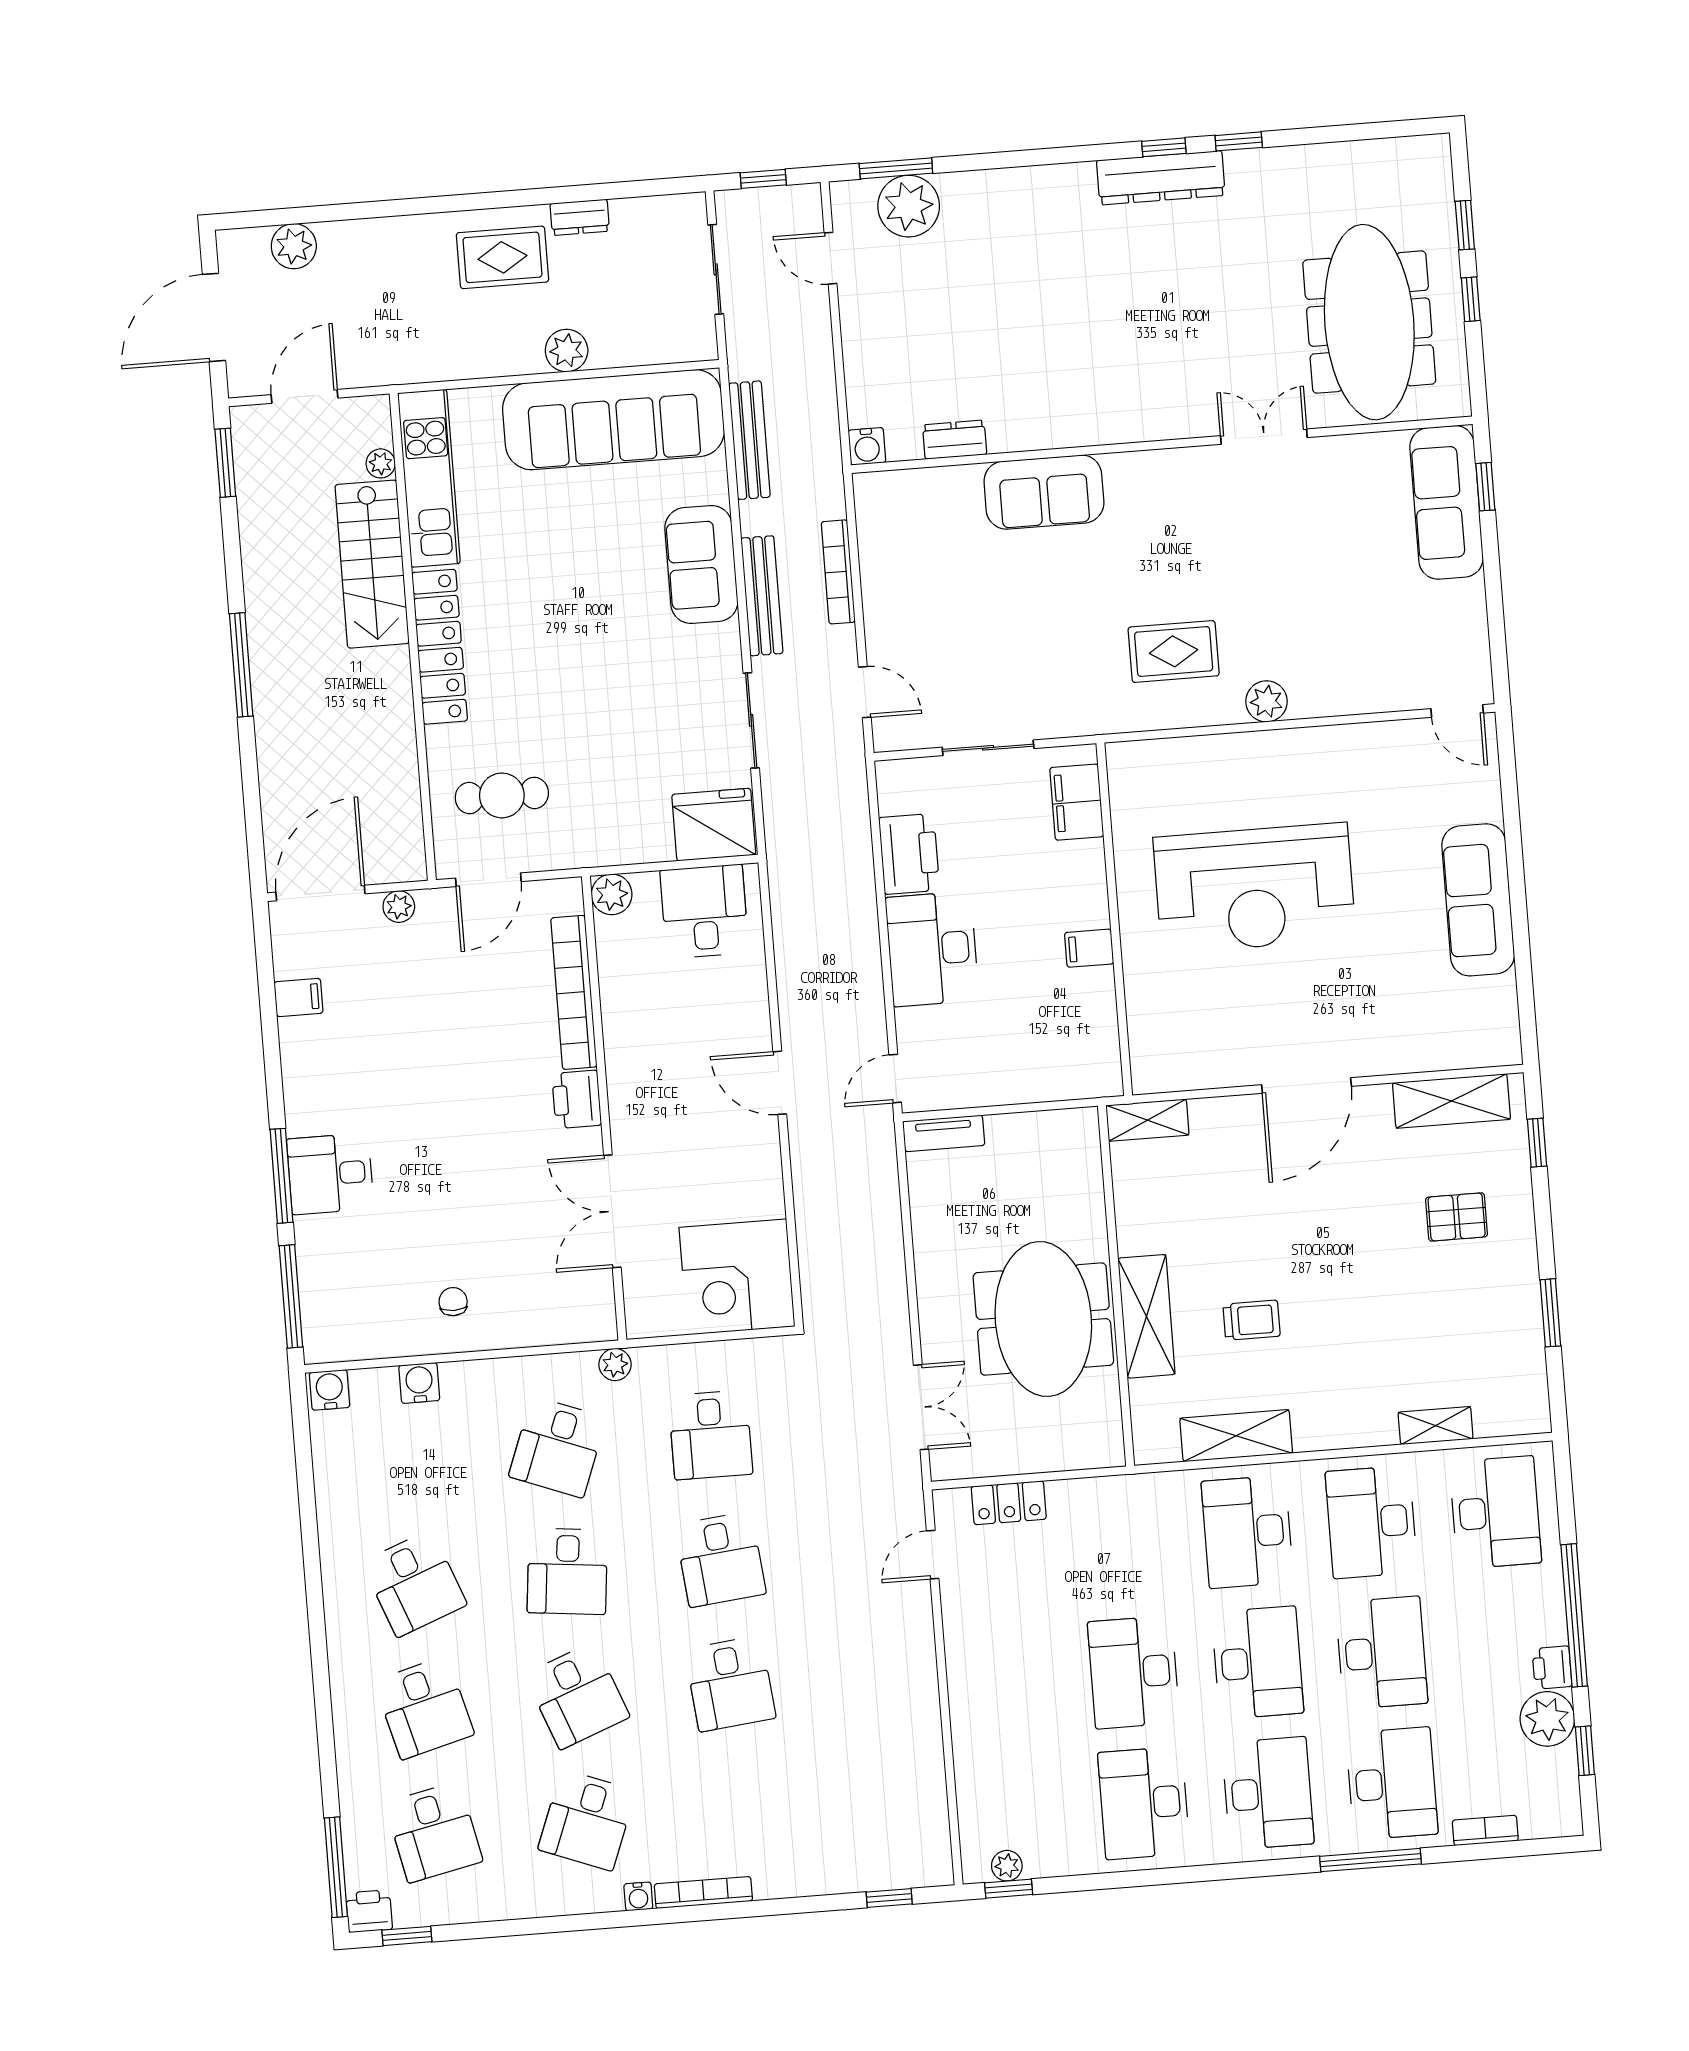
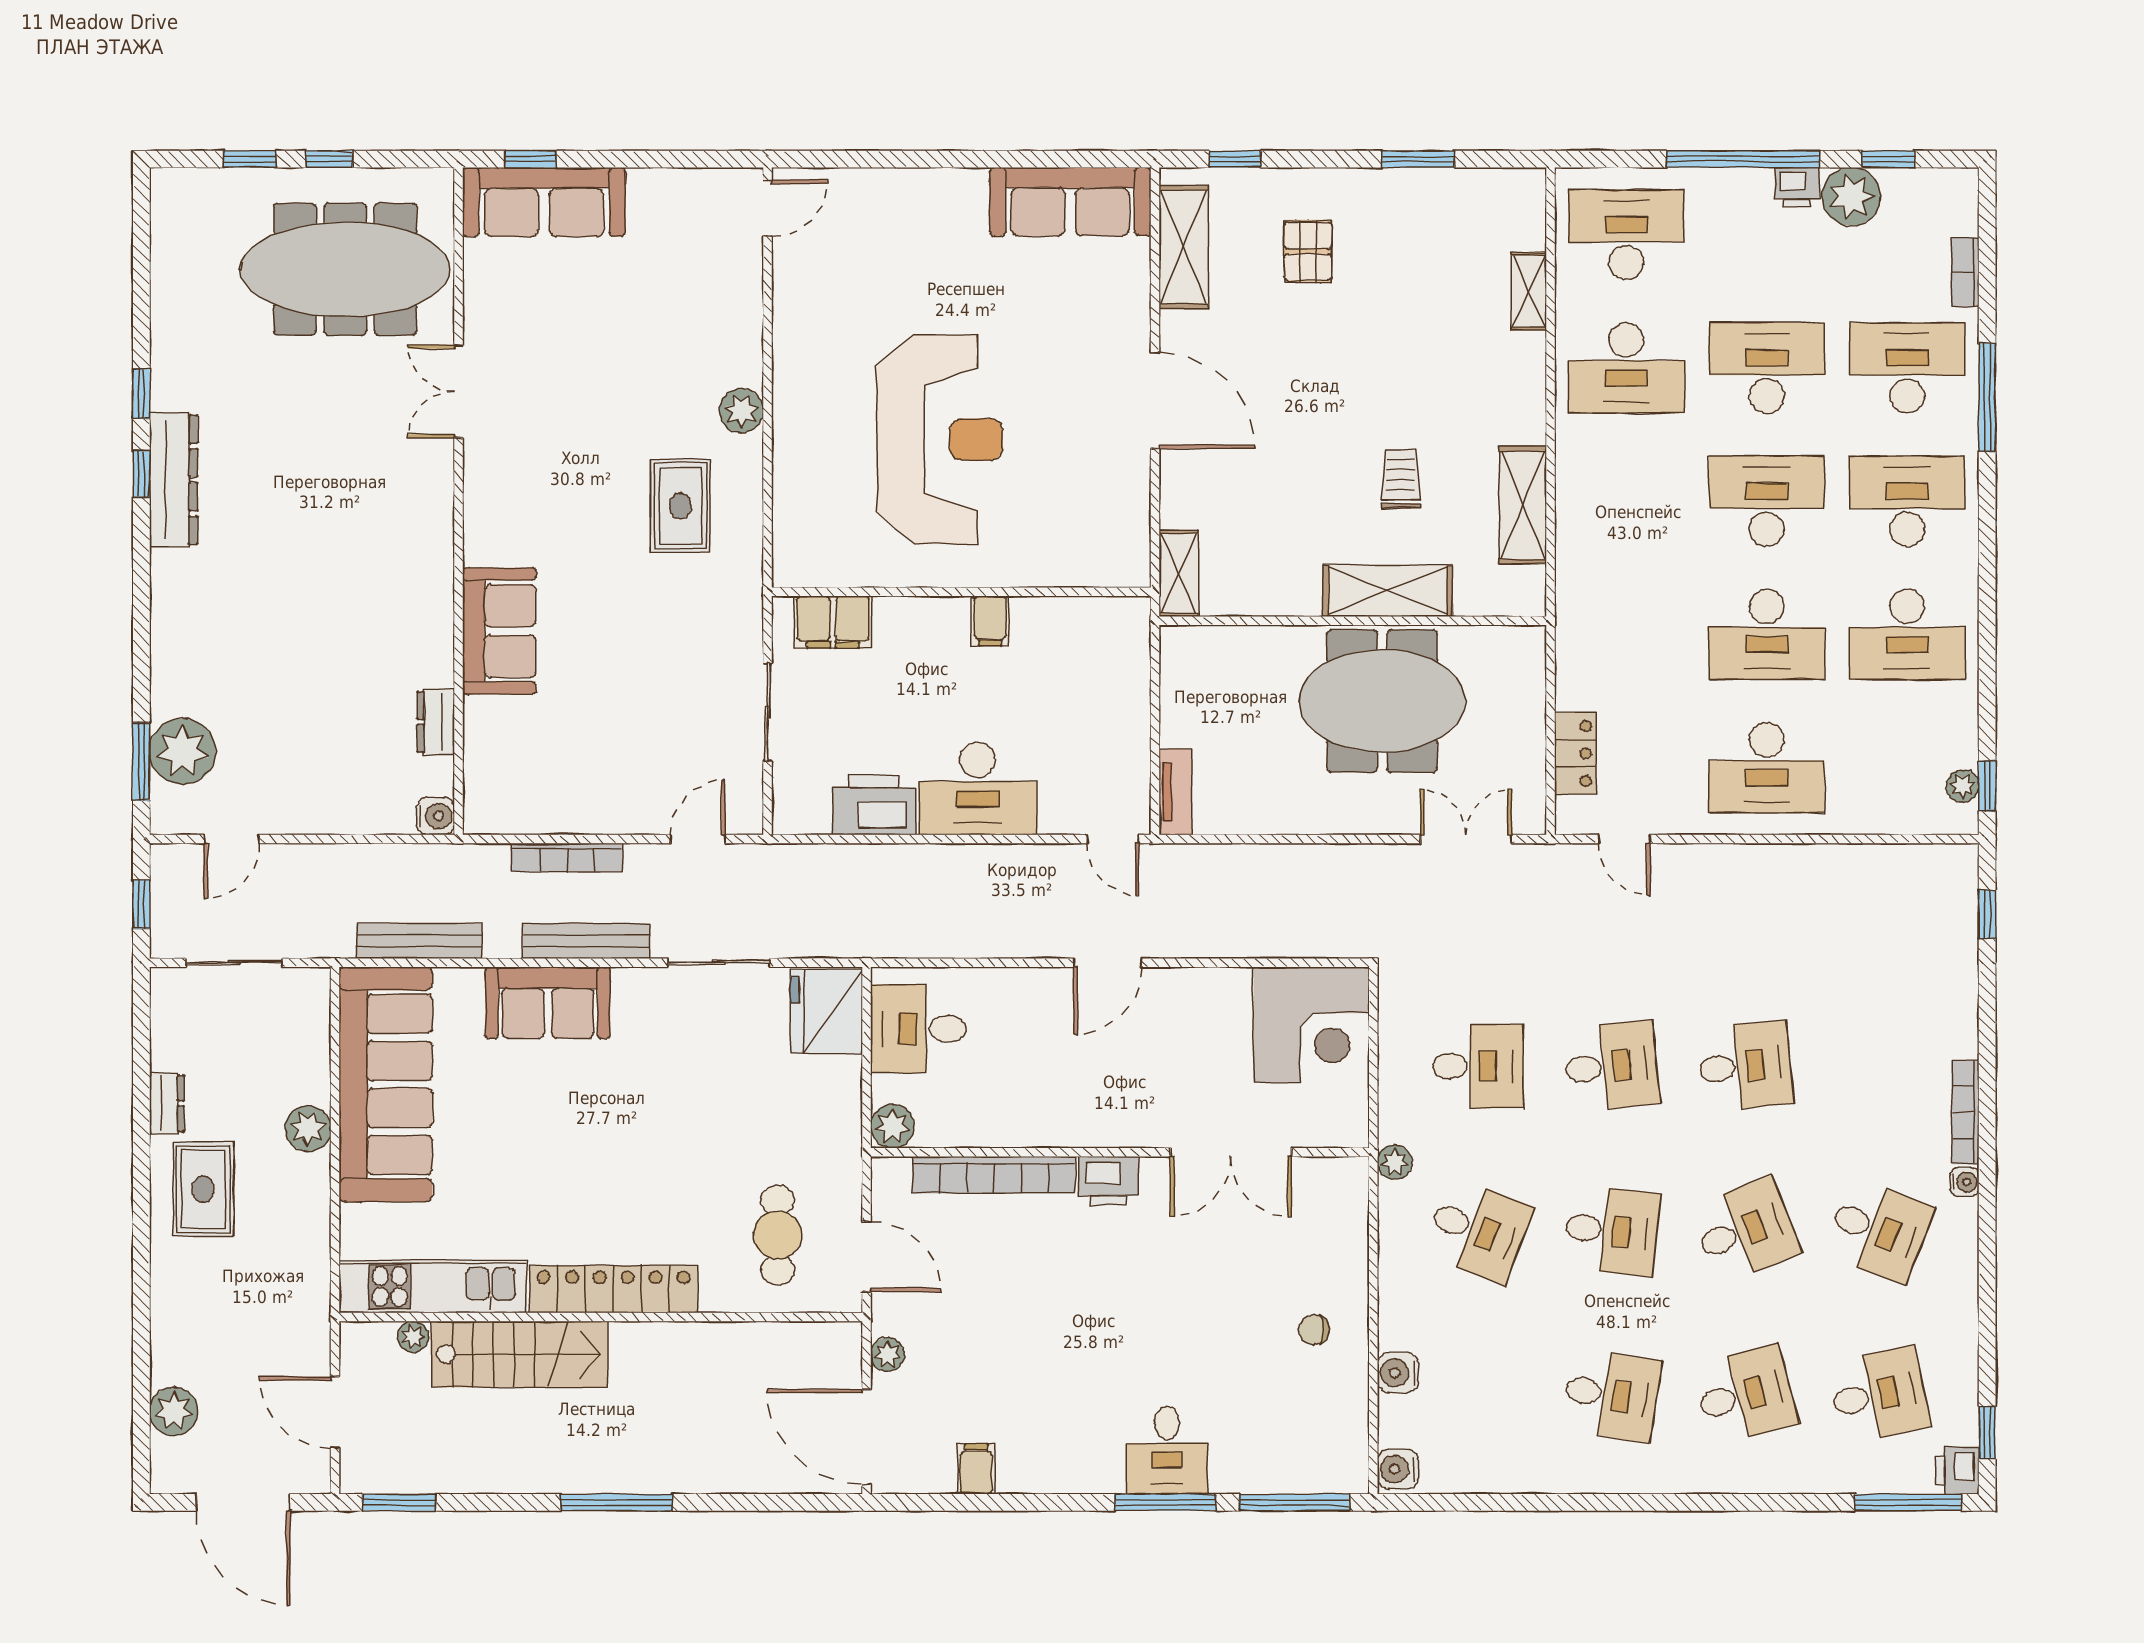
sofa: (1478, 900) -> (1070, 202), moved
desk: (1247, 1532) -> (1767, 768), moved
desk: (414, 1583) -> (1611, 1395), turned 30

